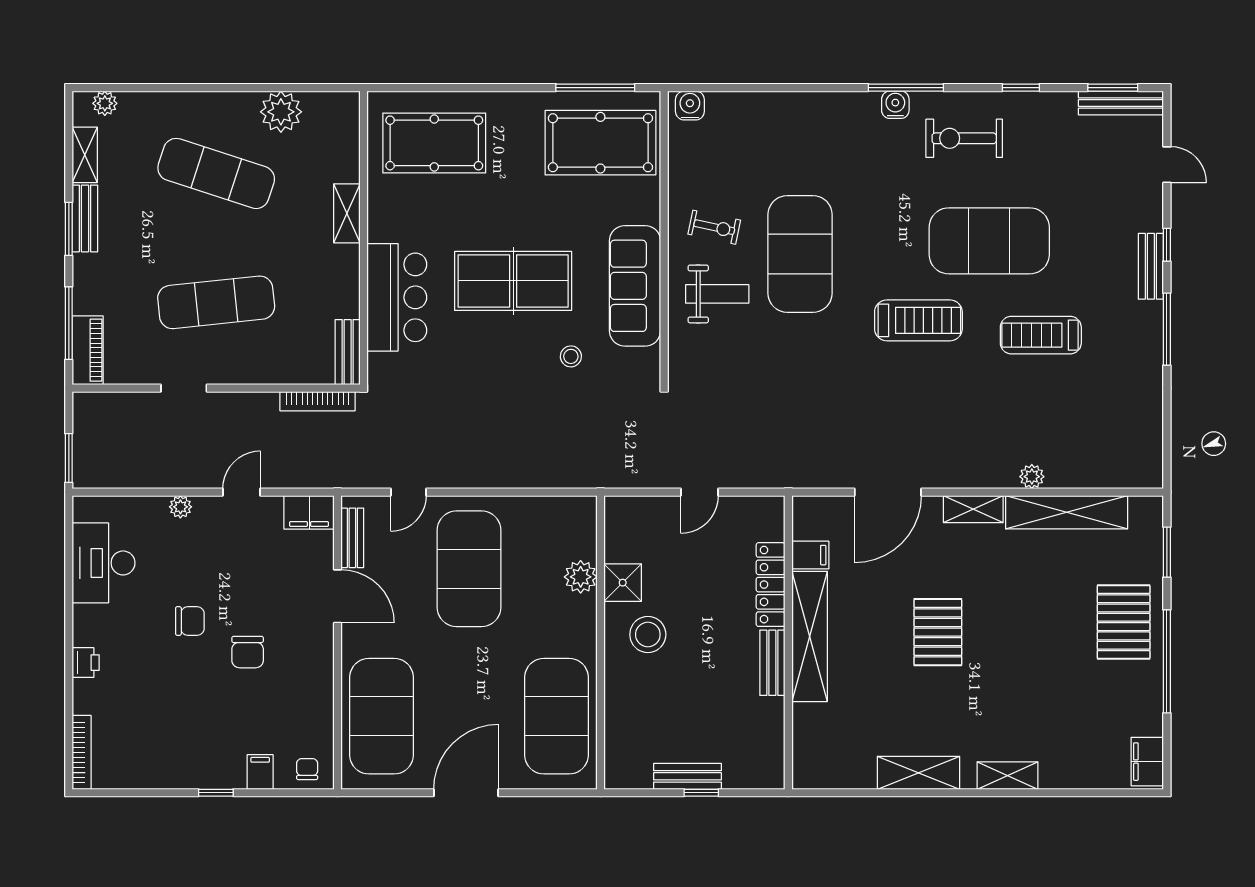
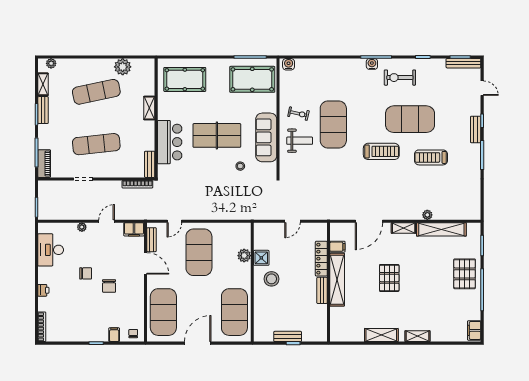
exercise mat: (216, 173) -> (96, 92), turned -30

